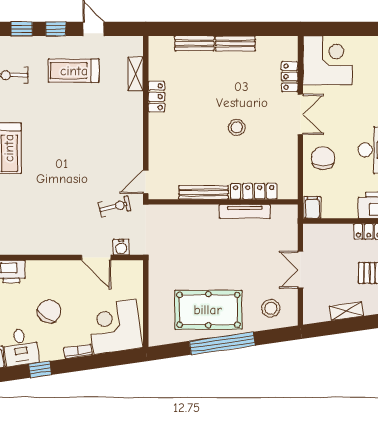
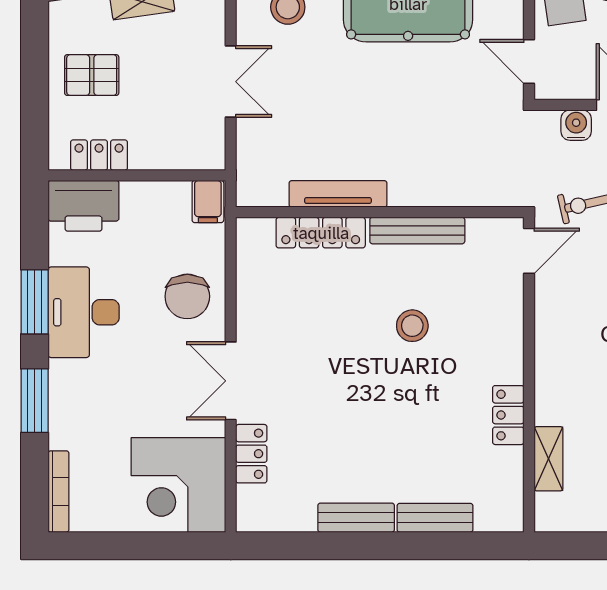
stool: (237, 127) -> (412, 326), moved
door: (146, 280) -> (529, 61), added

